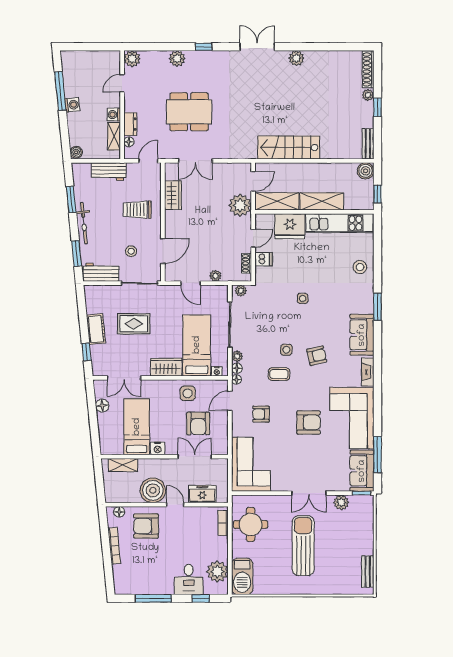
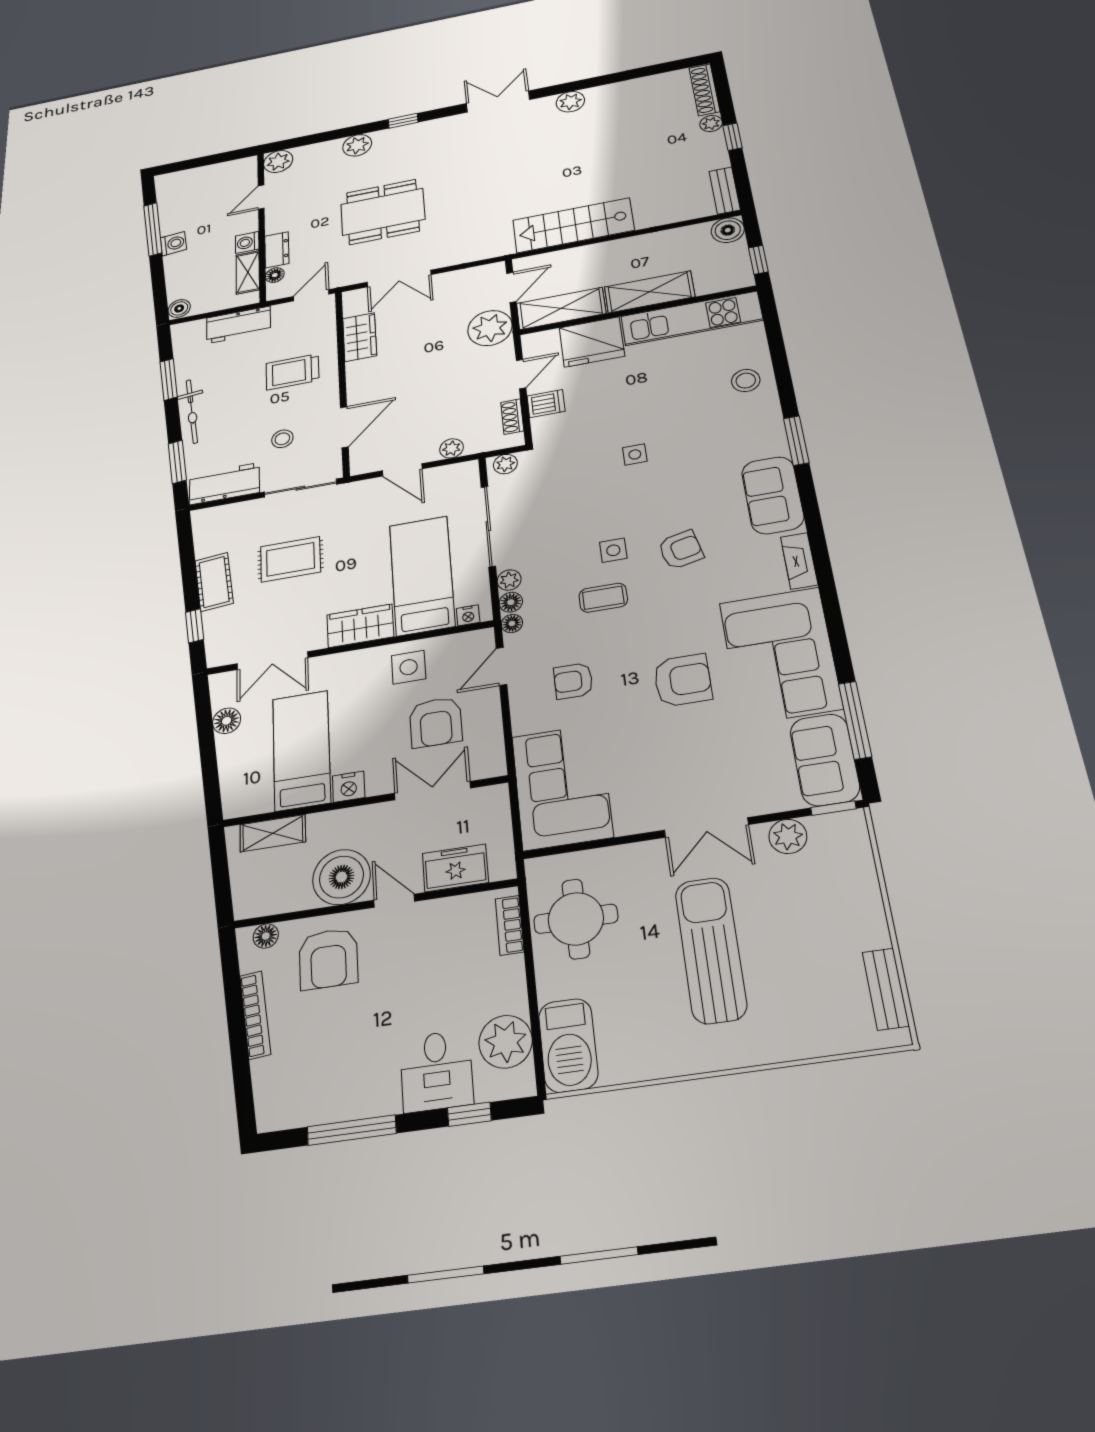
armchair: (146, 526) -> (328, 959), turned -90

